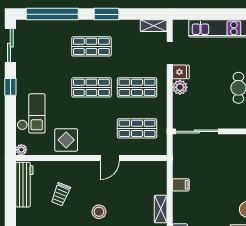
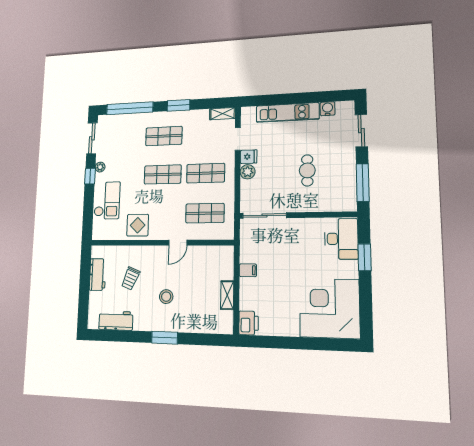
plant: (21, 150) -> (100, 167), moved
workbench: (24, 185) -> (98, 274), width x0.73

